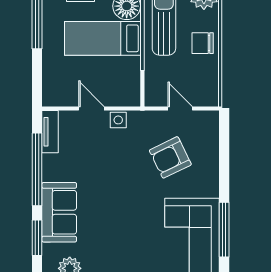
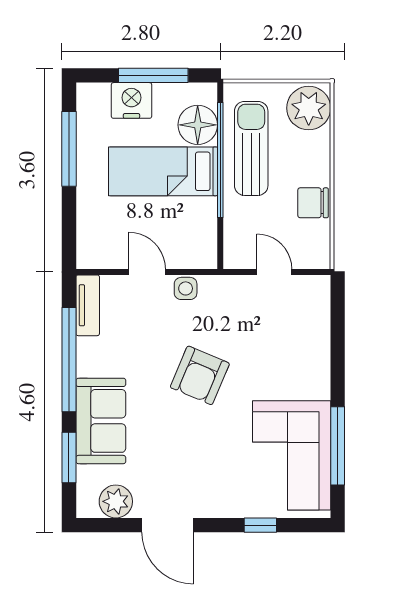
chair: (203, 43) -> (313, 203), moved
armchair: (170, 157) -> (200, 375), moved, turned -41

